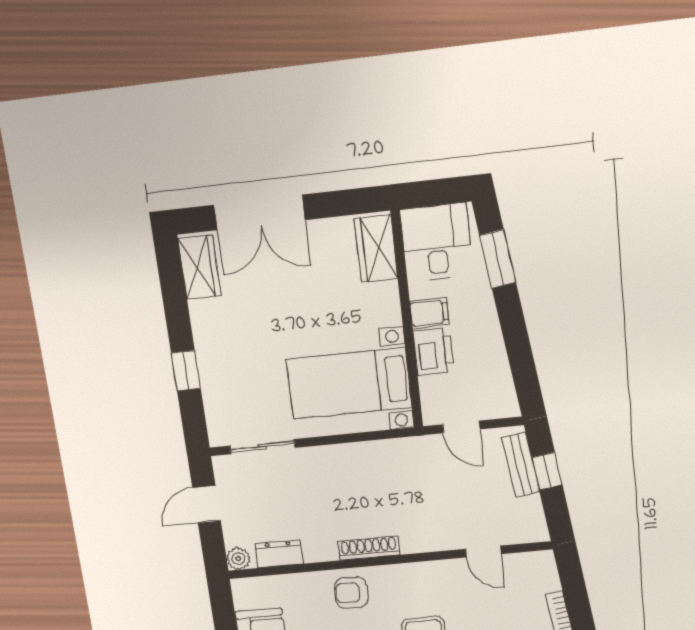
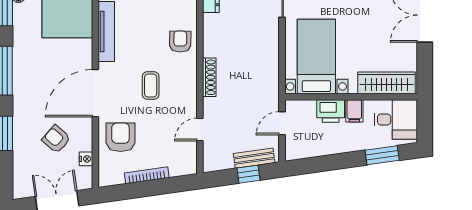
wardrobe: (376, 249) -> (386, 83), width x1.50
shoe rack: (369, 548) -> (209, 77), moved

